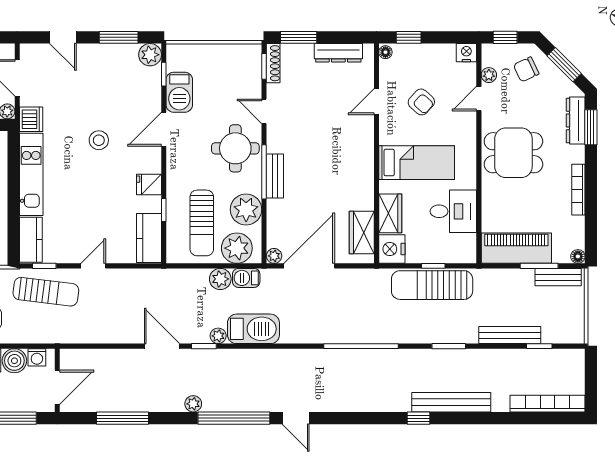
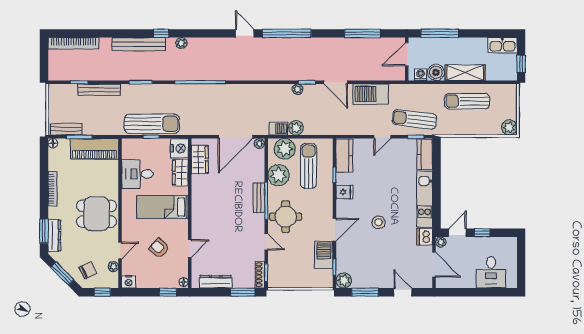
barbecue: (253, 329) -> (371, 94), moved
plant: (193, 404) -> (181, 43), moved

